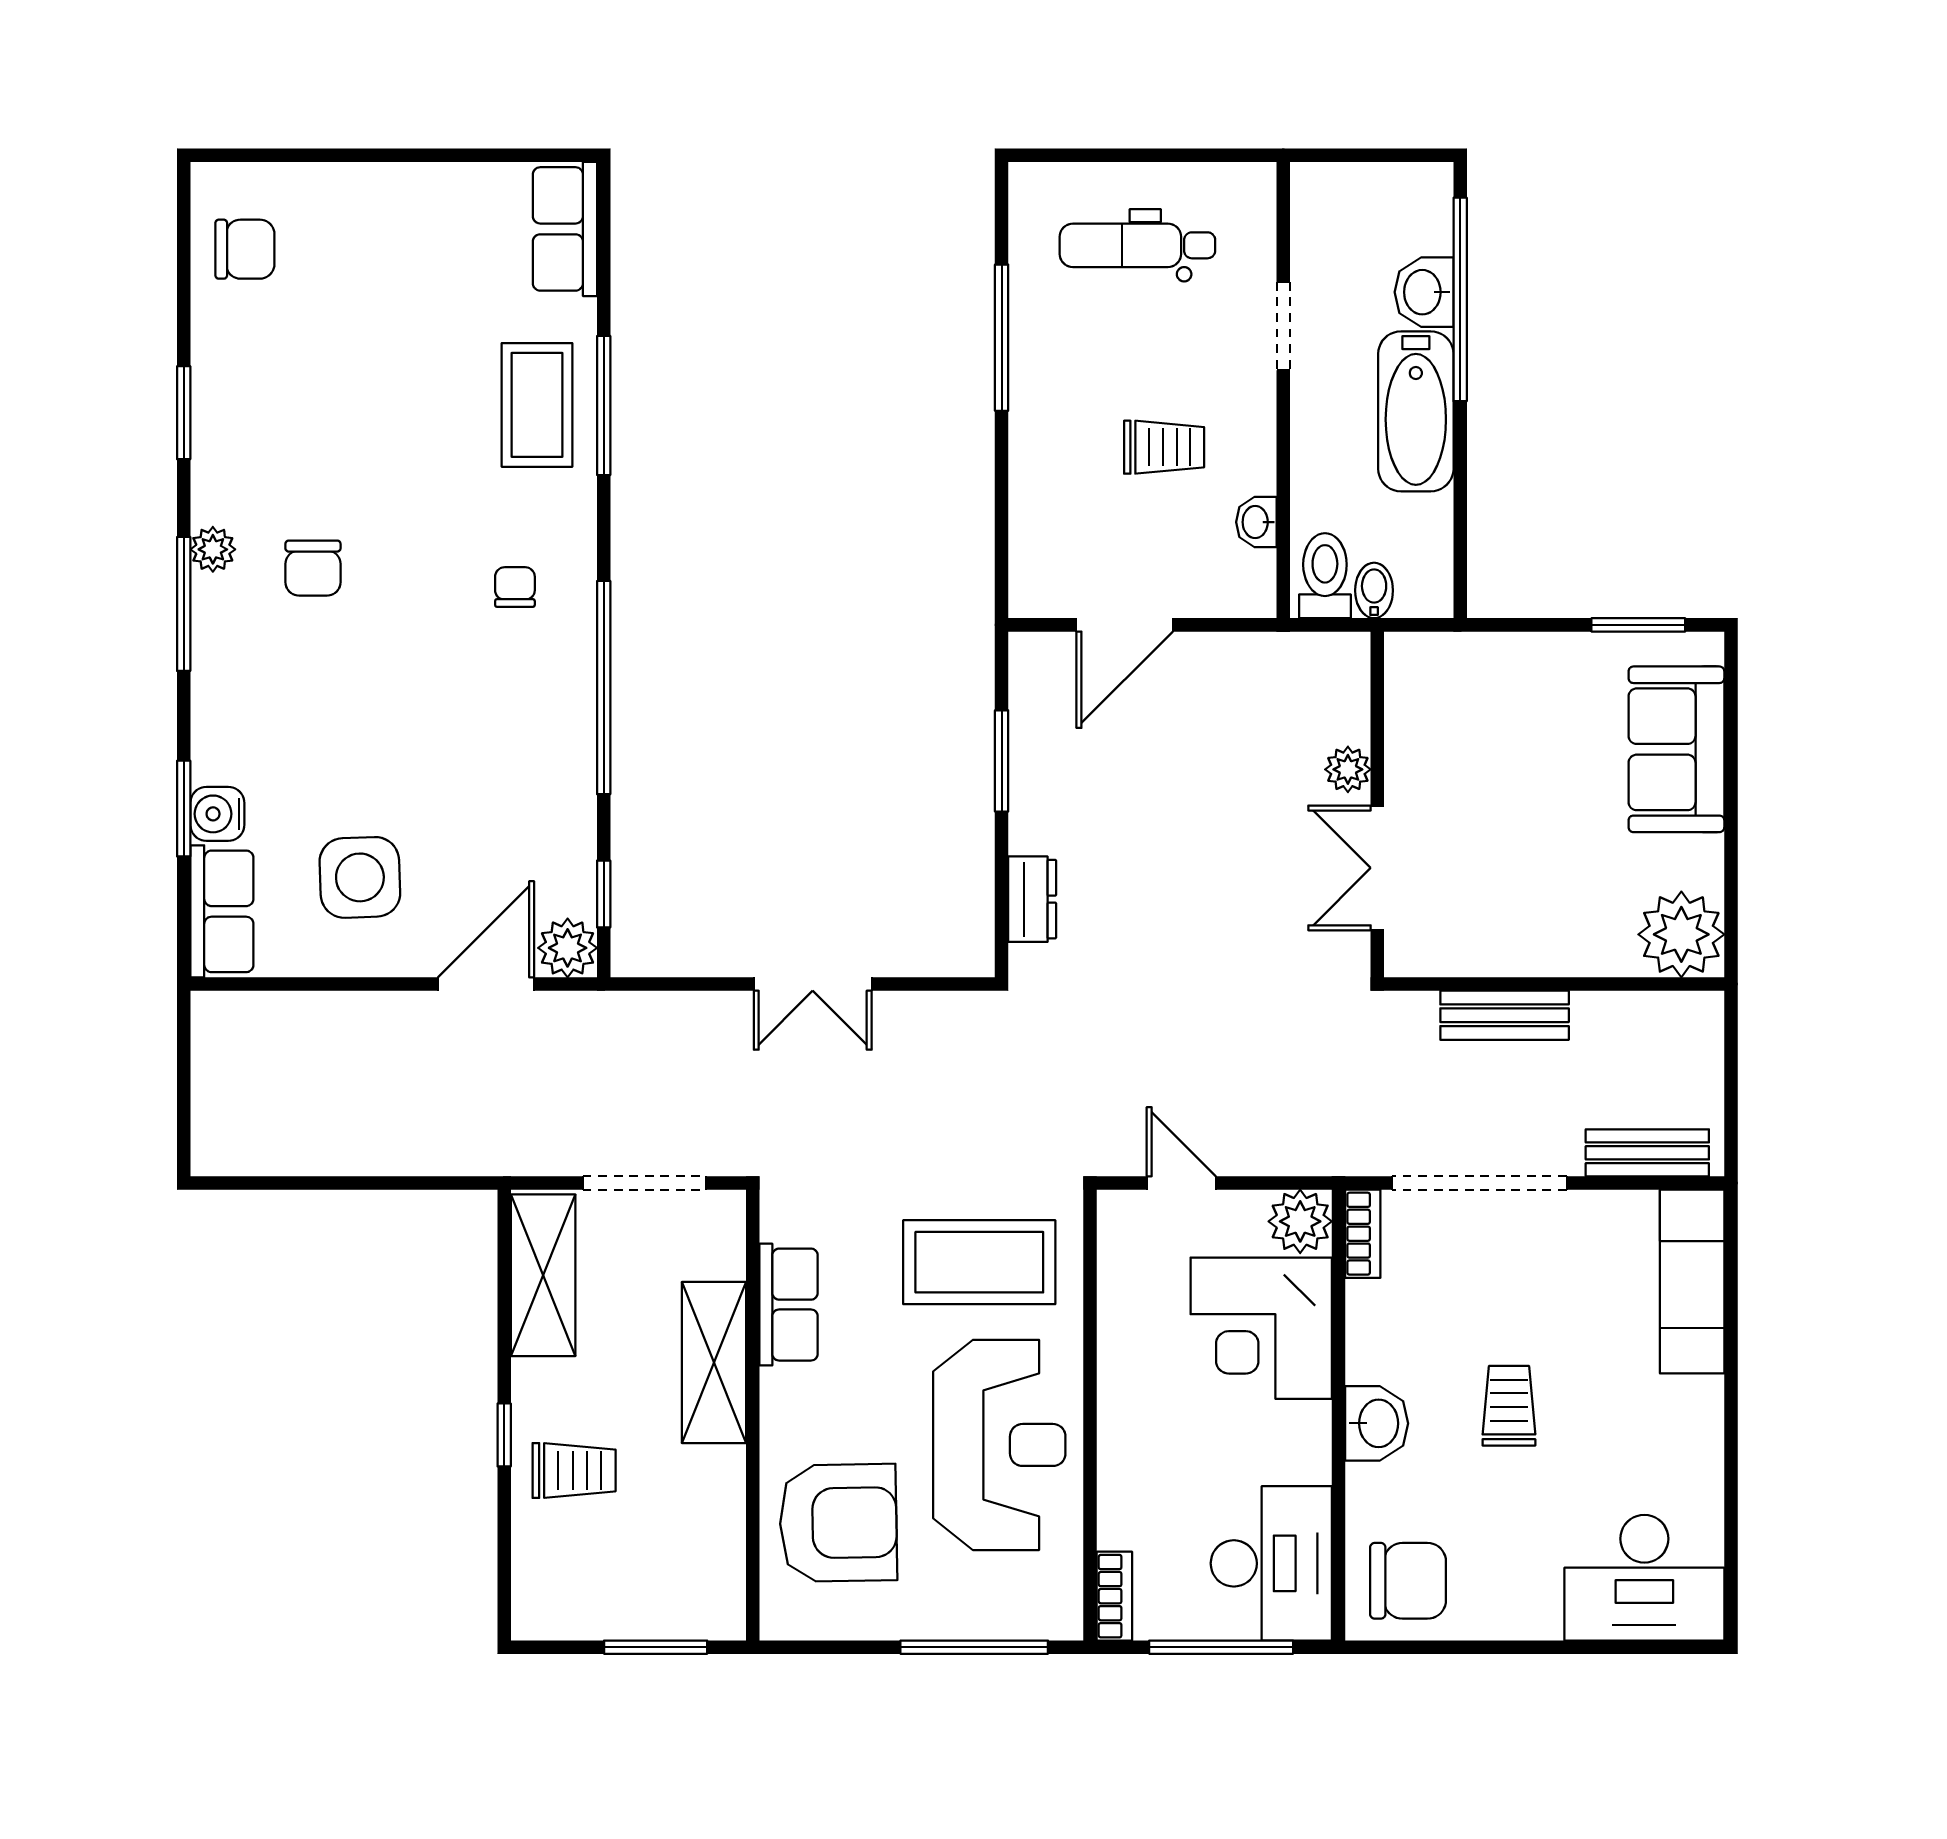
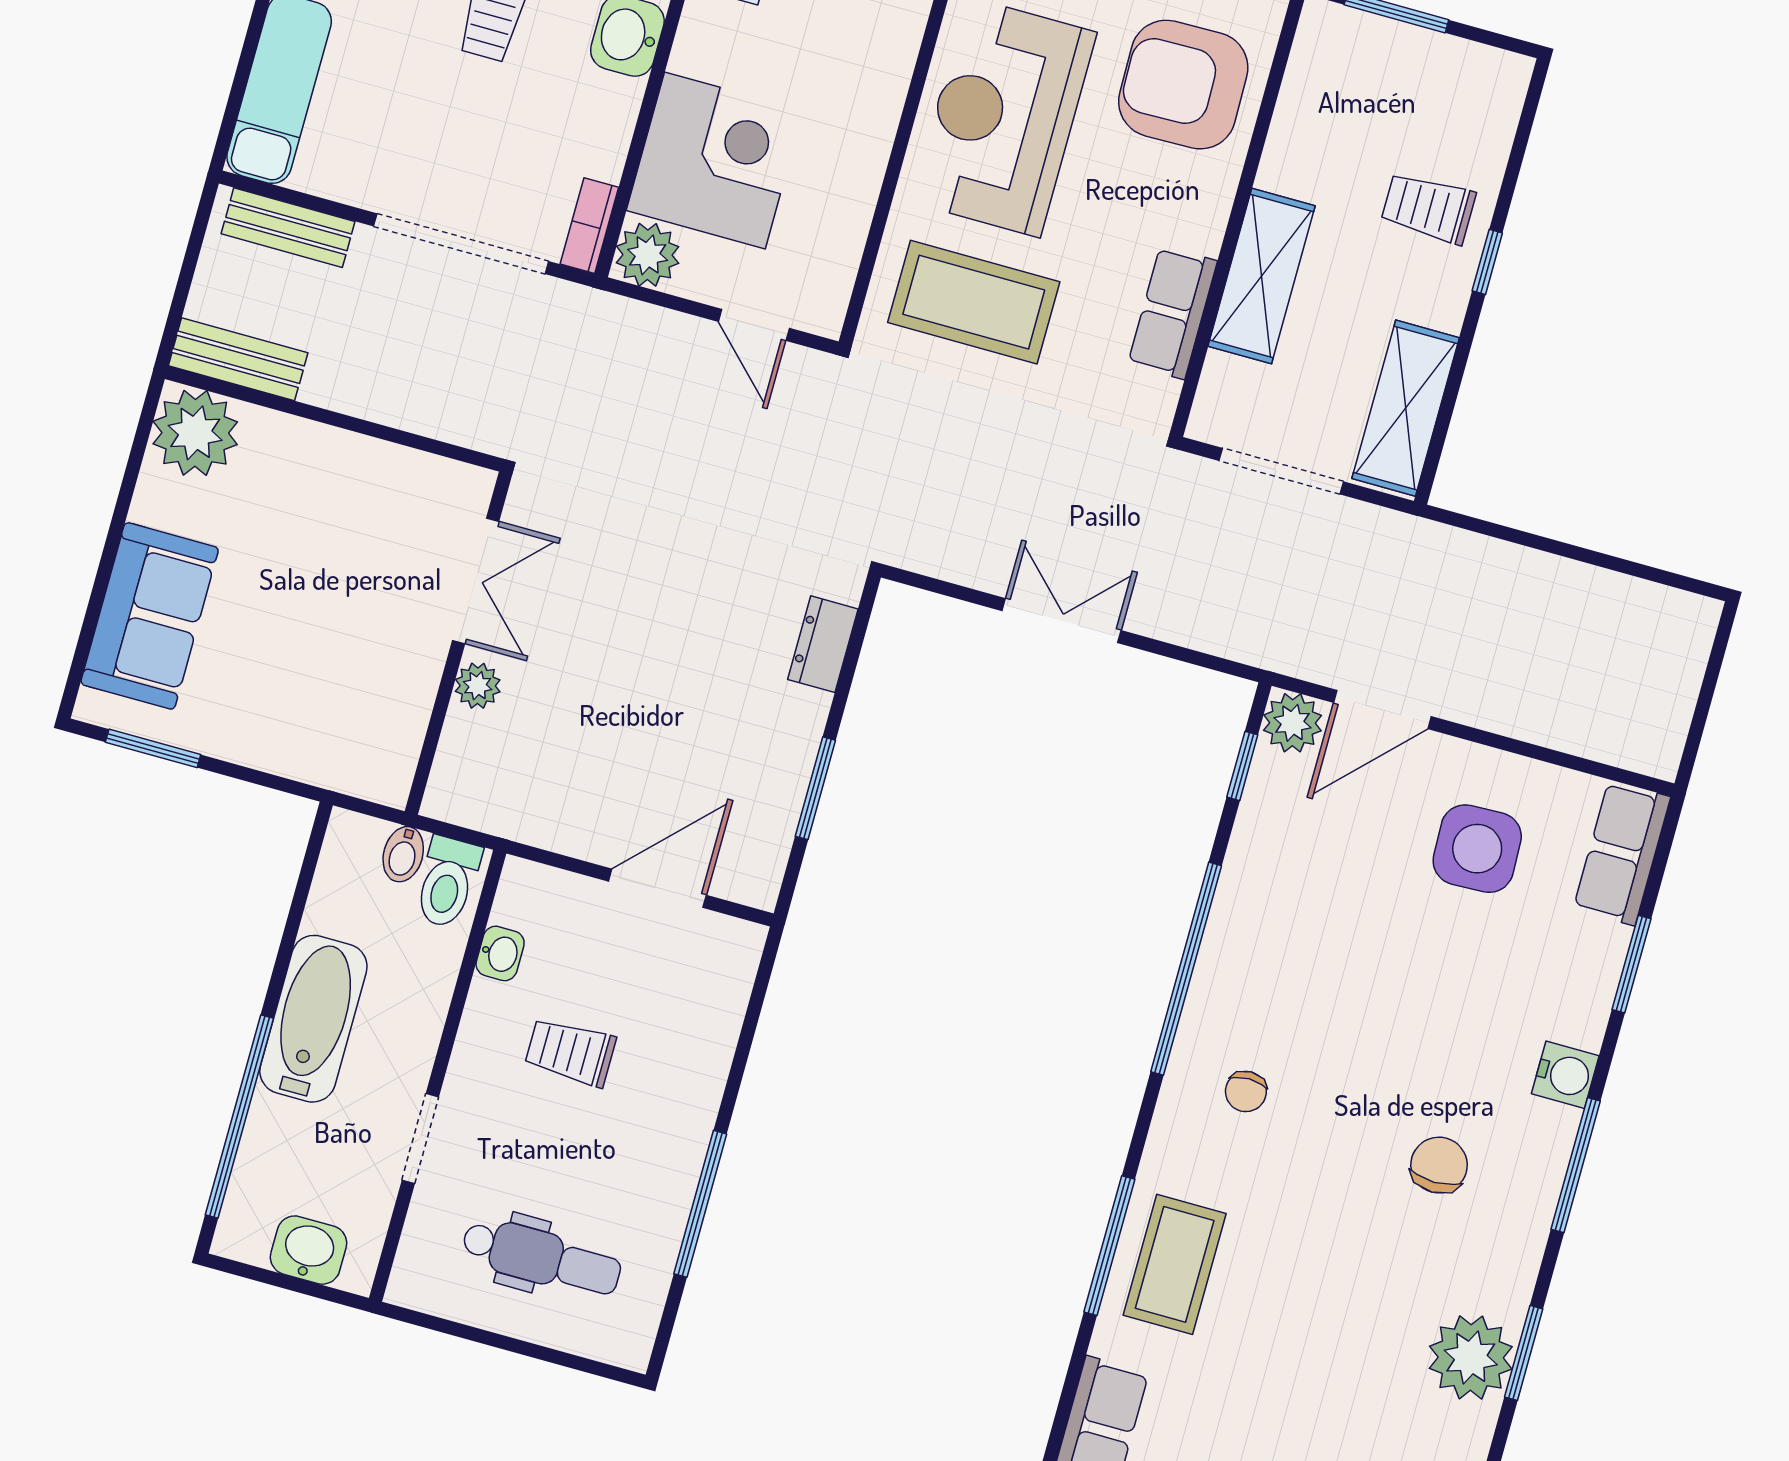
washbasin: (1424, 292) -> (309, 1250), moved, turned -90
plant: (213, 549) -> (1471, 1358), moved, width x1.88, depth x1.88
water cooler: (217, 814) -> (1565, 1075), moved
bench: (1505, 1015) -> (238, 359), moved

